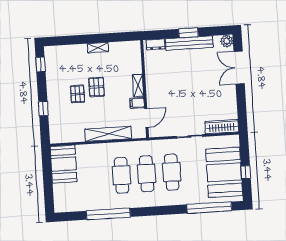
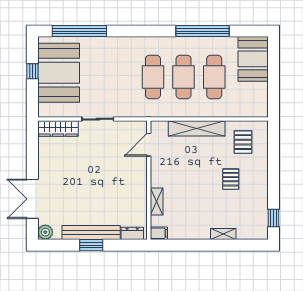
shelving: (98, 48) -> (223, 234), moved
double door: (239, 68) -> (32, 199), swing flipped
shelving: (138, 86) -> (157, 201), moved
pallet: (97, 87) -> (243, 142), moved
filing cabinet: (137, 103) -> (159, 233), moved
window: (43, 109) -> (274, 164), removed
booth: (64, 164) -> (253, 59), moved
cafe table: (172, 172) -> (214, 77), moved

